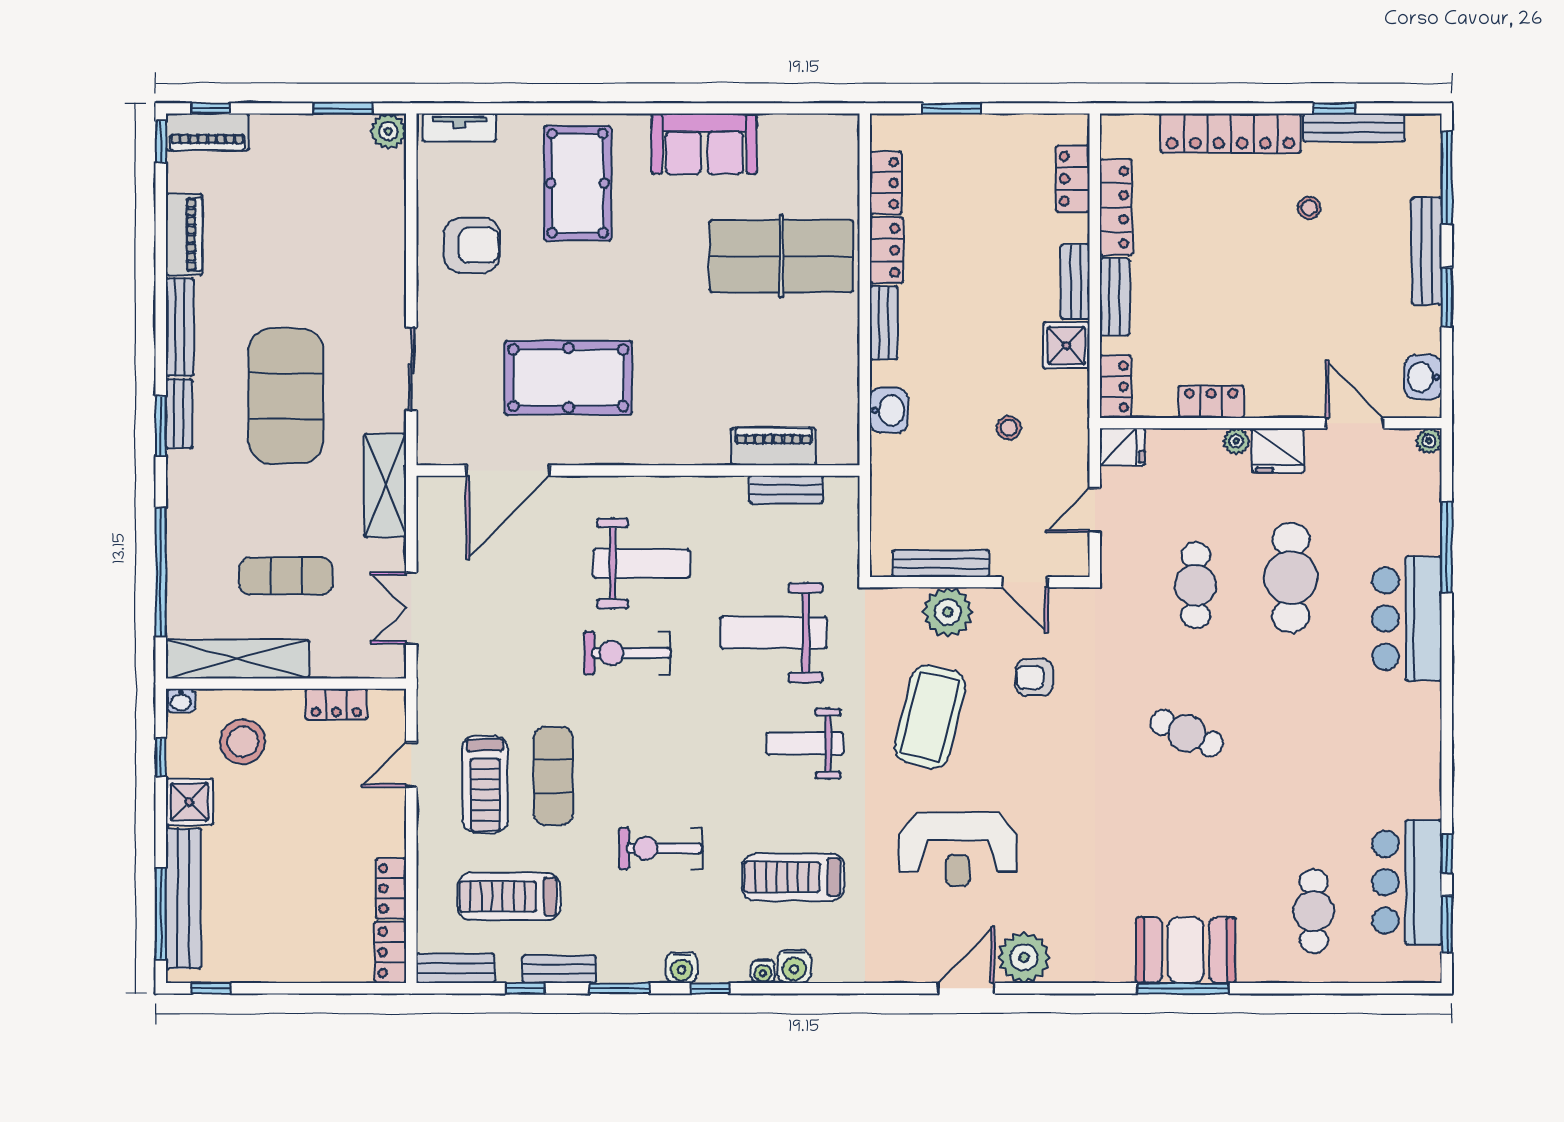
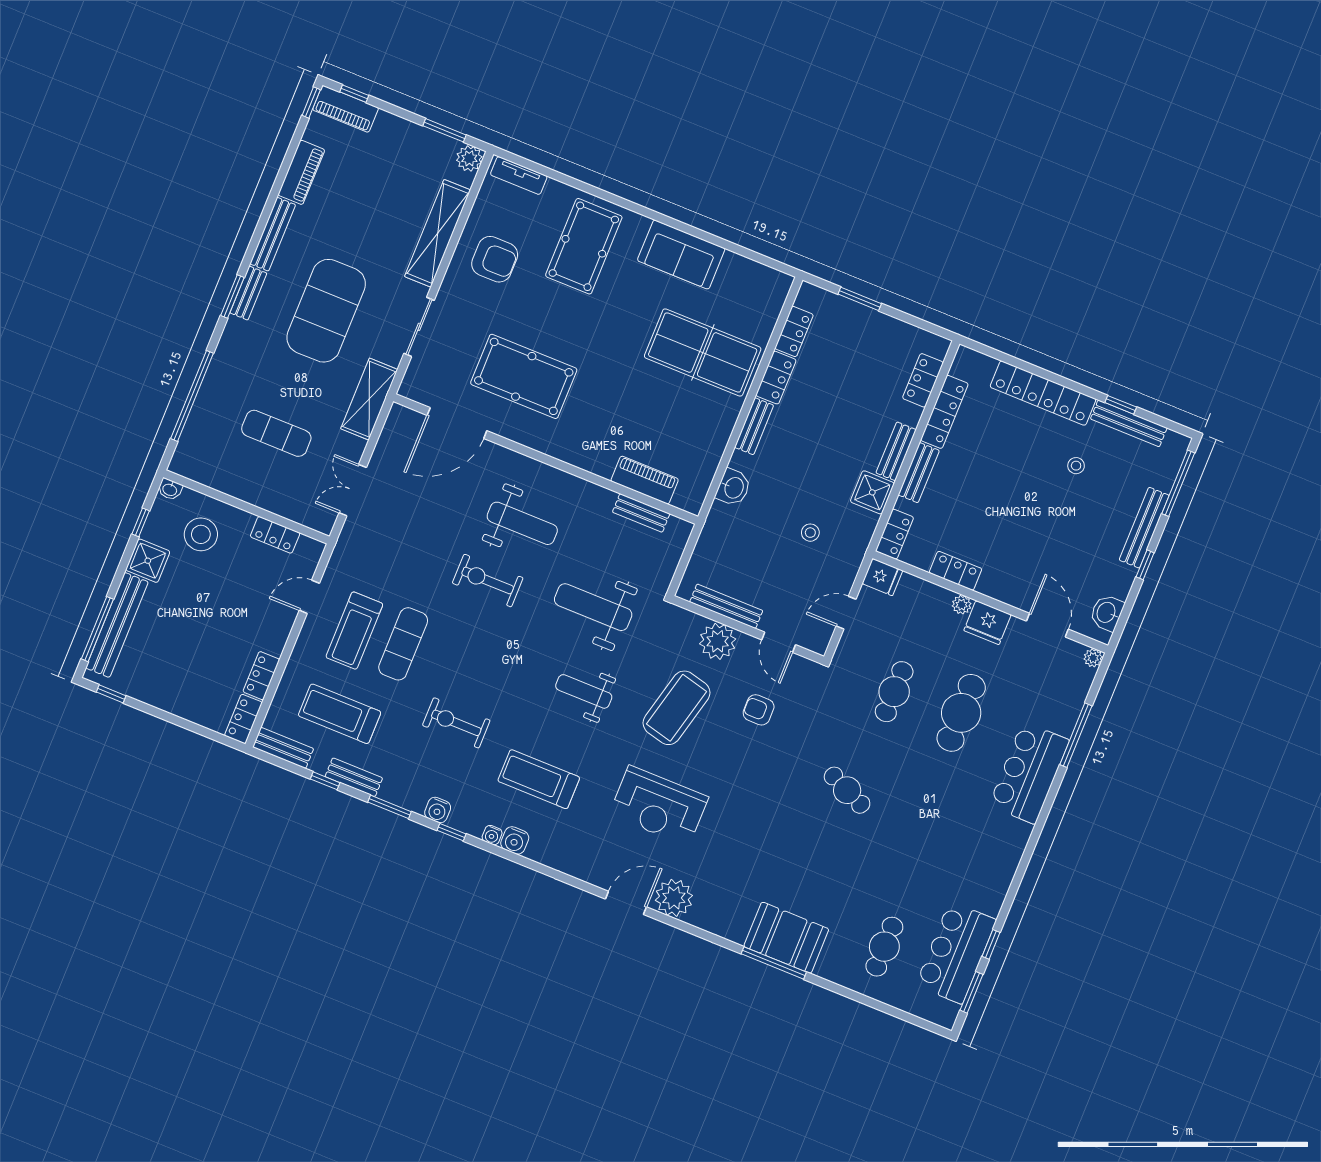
window: (1447, 297) -> (1145, 565), width x0.67
shelving: (237, 659) -> (438, 233), moved, turned 90

